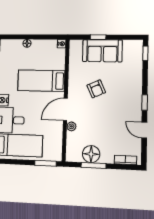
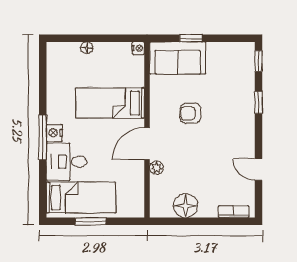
sofa: (102, 51) -> (178, 58), moved
armchair: (96, 89) -> (190, 113), turned 114
window: (145, 102) -> (258, 103), moved
window: (45, 163) -> (91, 221), moved
window: (94, 165) -> (189, 221), removed

